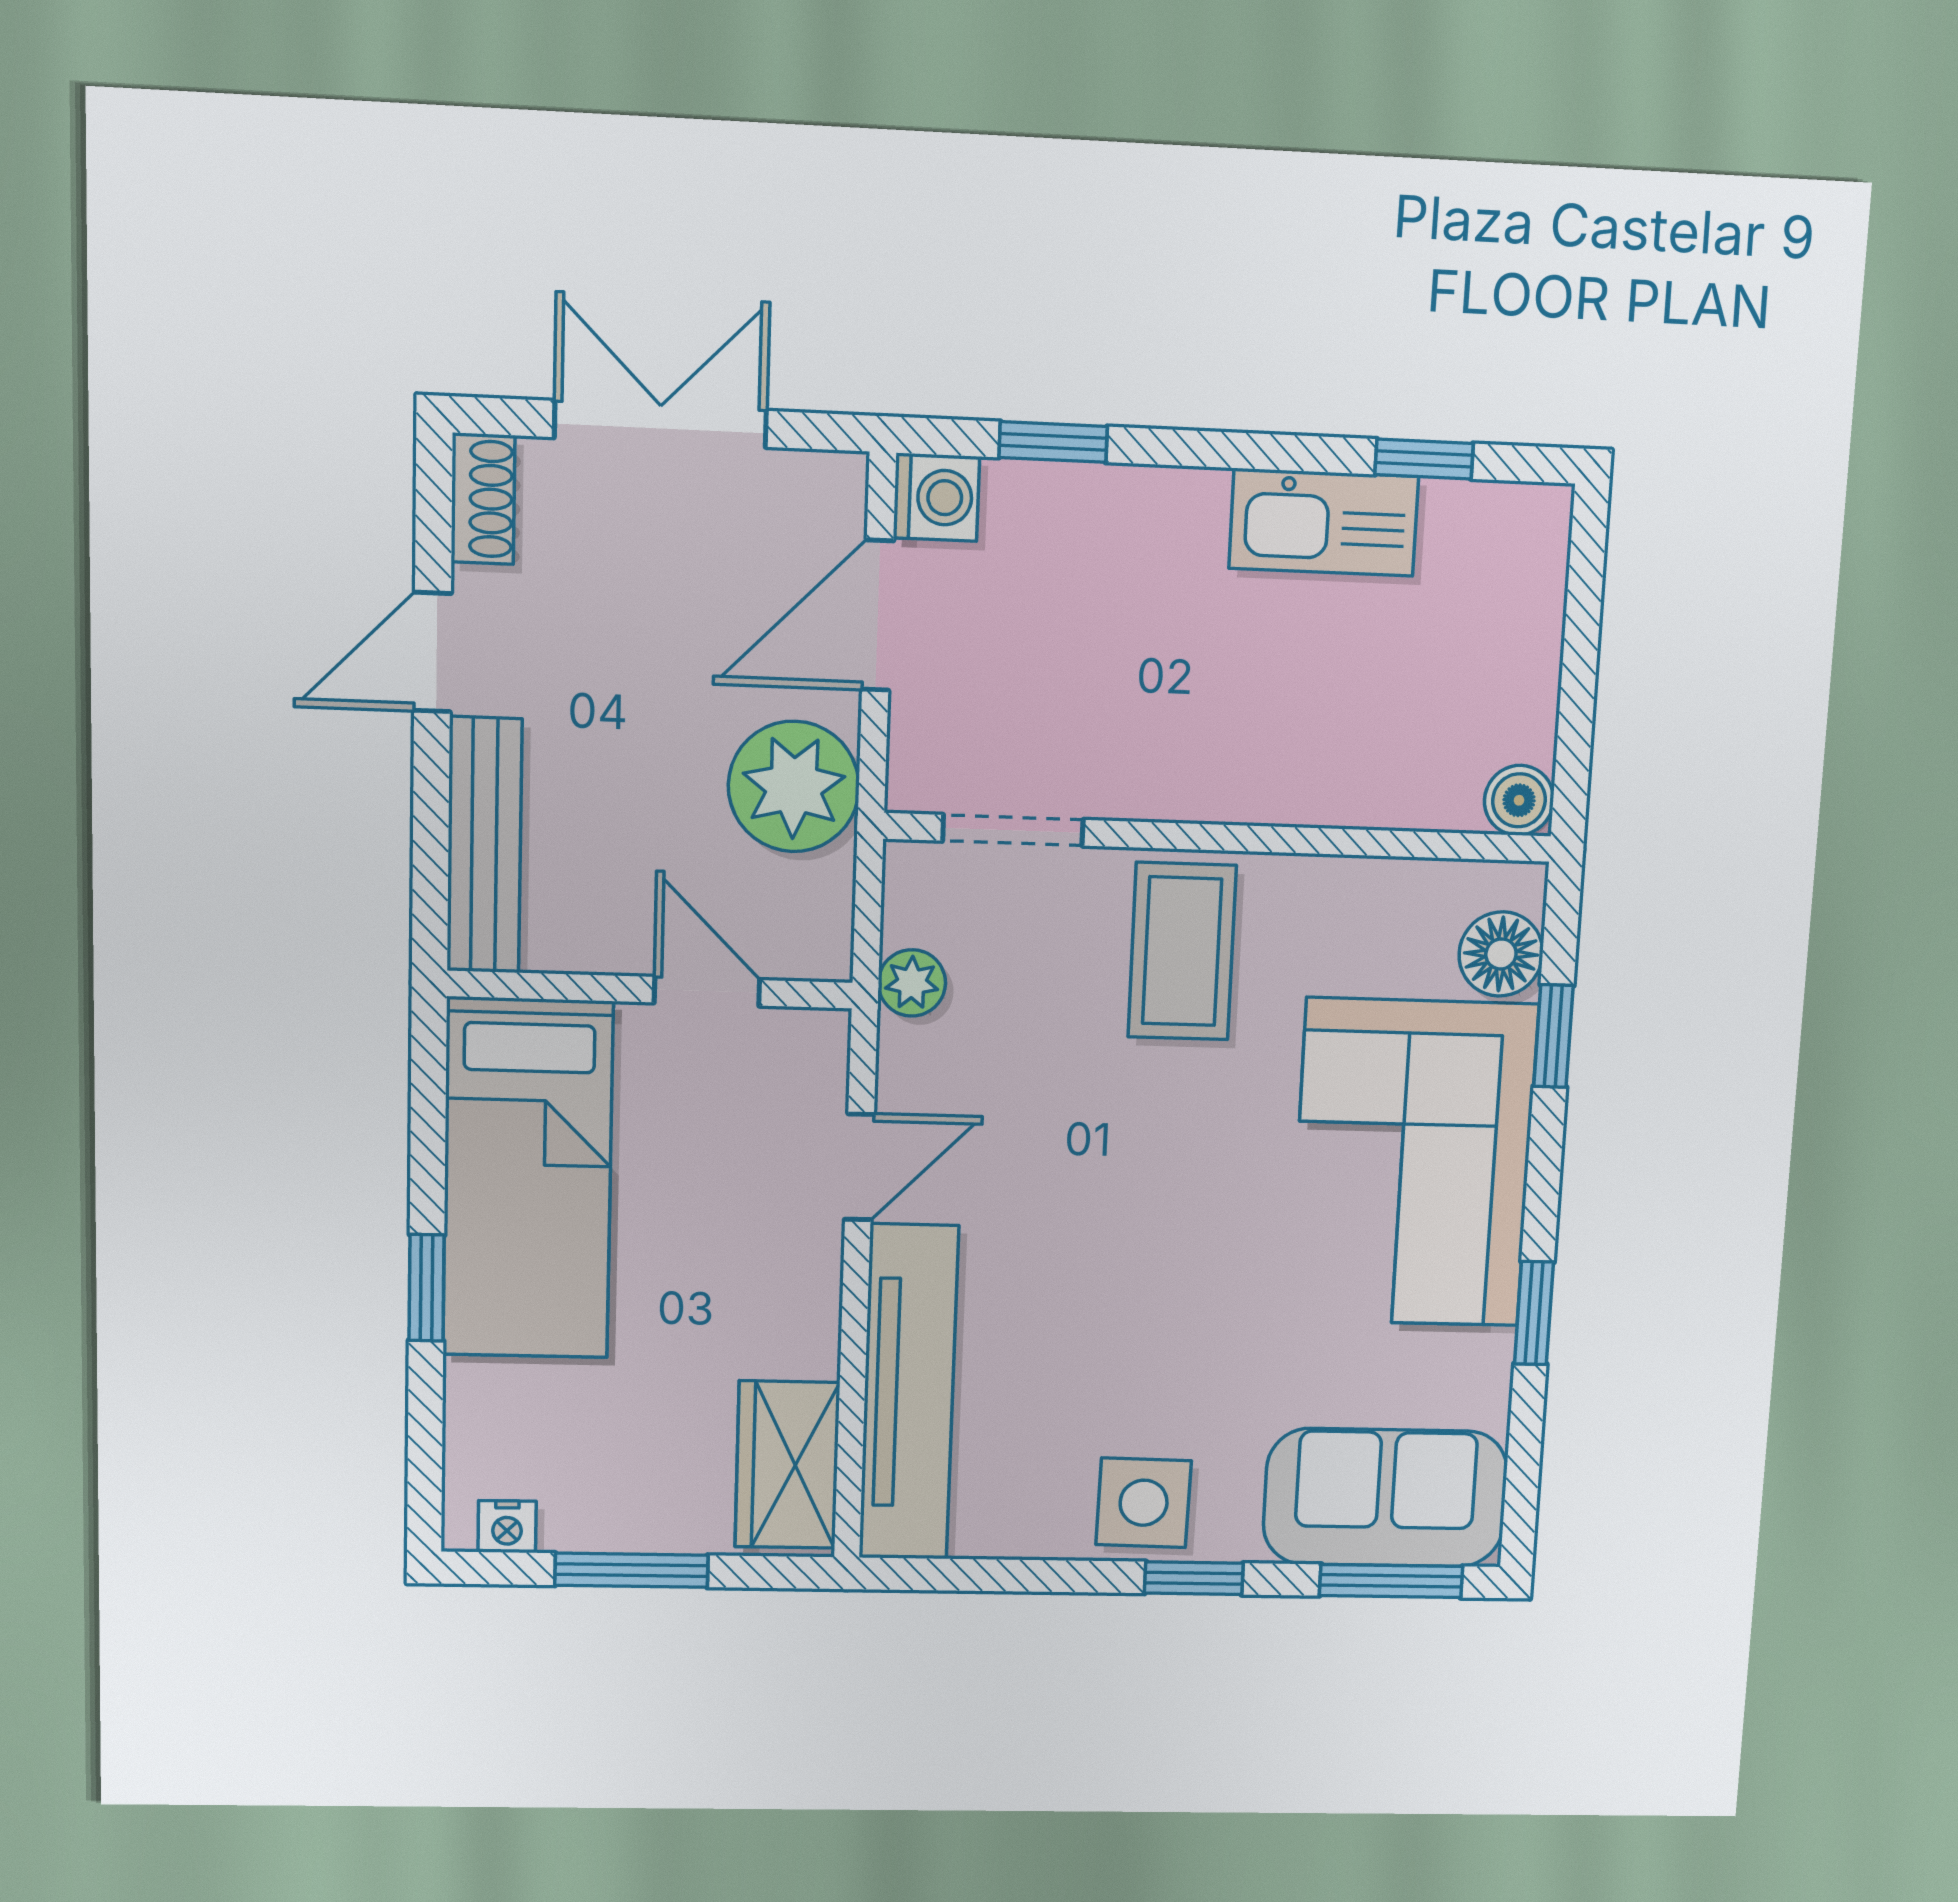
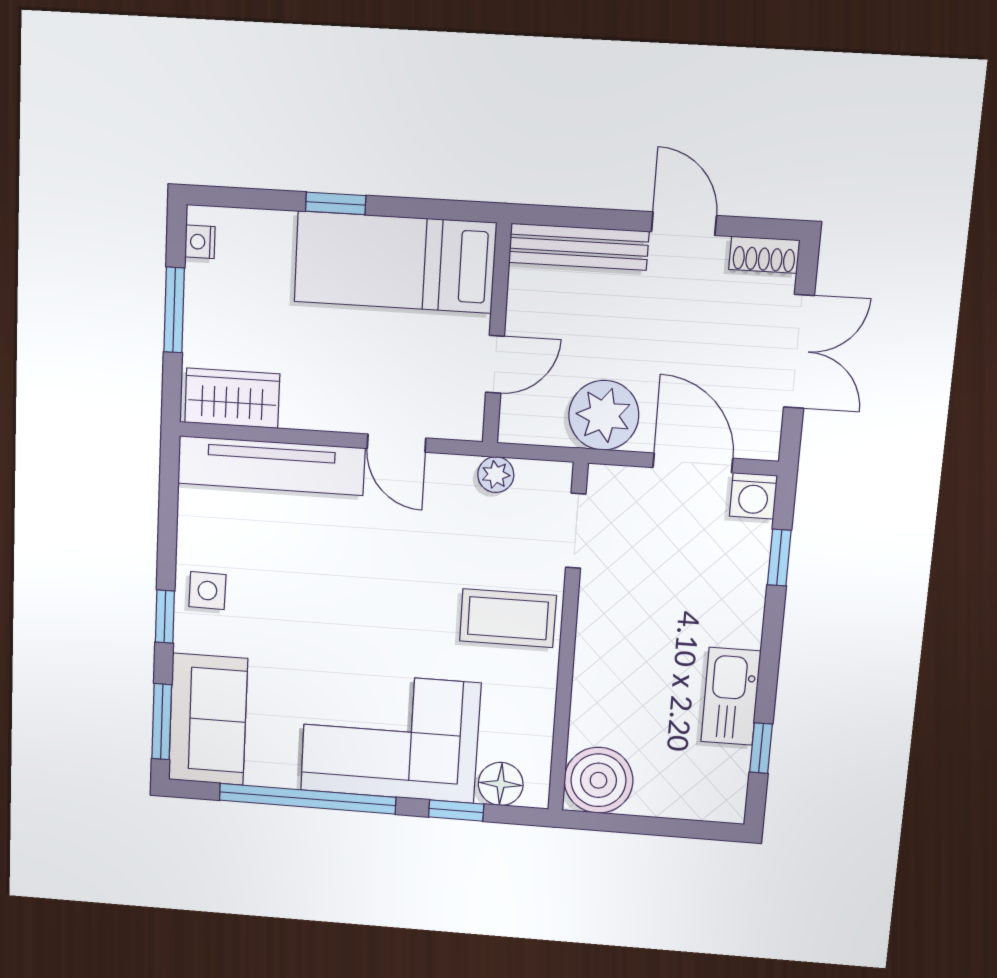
boiler: (1519, 800) -> (598, 780), width x1.86, depth x1.86
window: (1534, 1313) -> (307, 799), width x3.17
side table: (1144, 1503) -> (207, 591), width x0.73, depth x0.73

